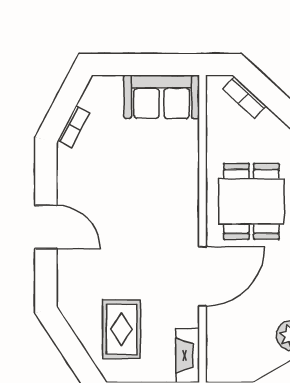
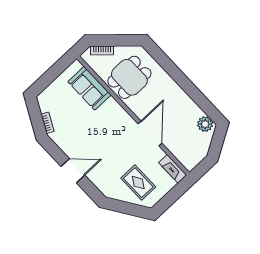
sofa: (162, 97) -> (89, 88), moved, turned 90
dining table: (251, 201) -> (129, 77), moved, turned 90

